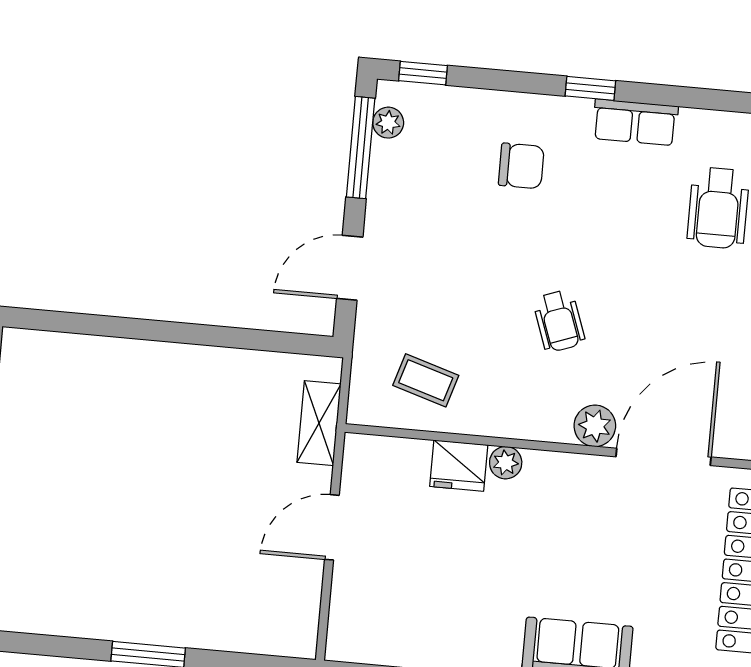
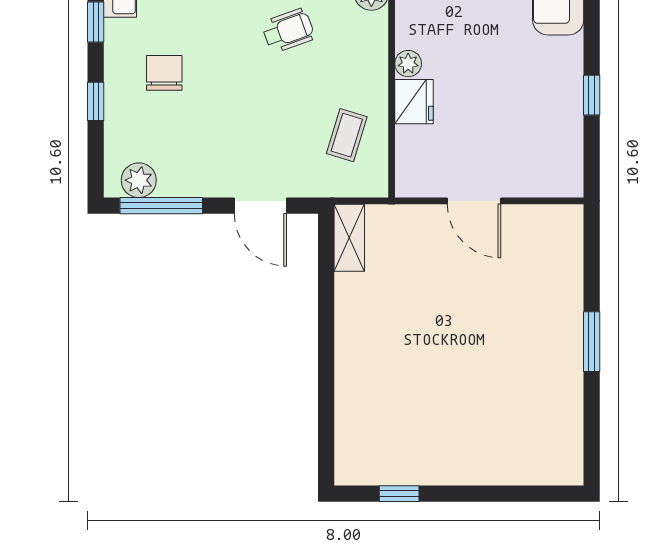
window: (423, 73) -> (96, 101), moved
plant: (388, 123) -> (139, 180), width x1.38, depth x1.38
shelving: (319, 423) -> (349, 238), moved, turned 90

